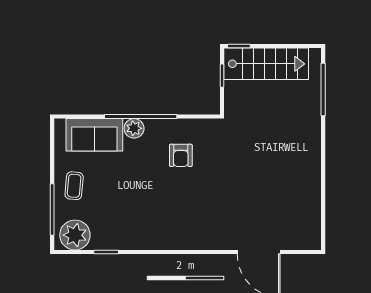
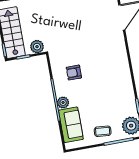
plant: (235, 102) -> (37, 47), added
armchair: (181, 155) -> (74, 73), turned 180

